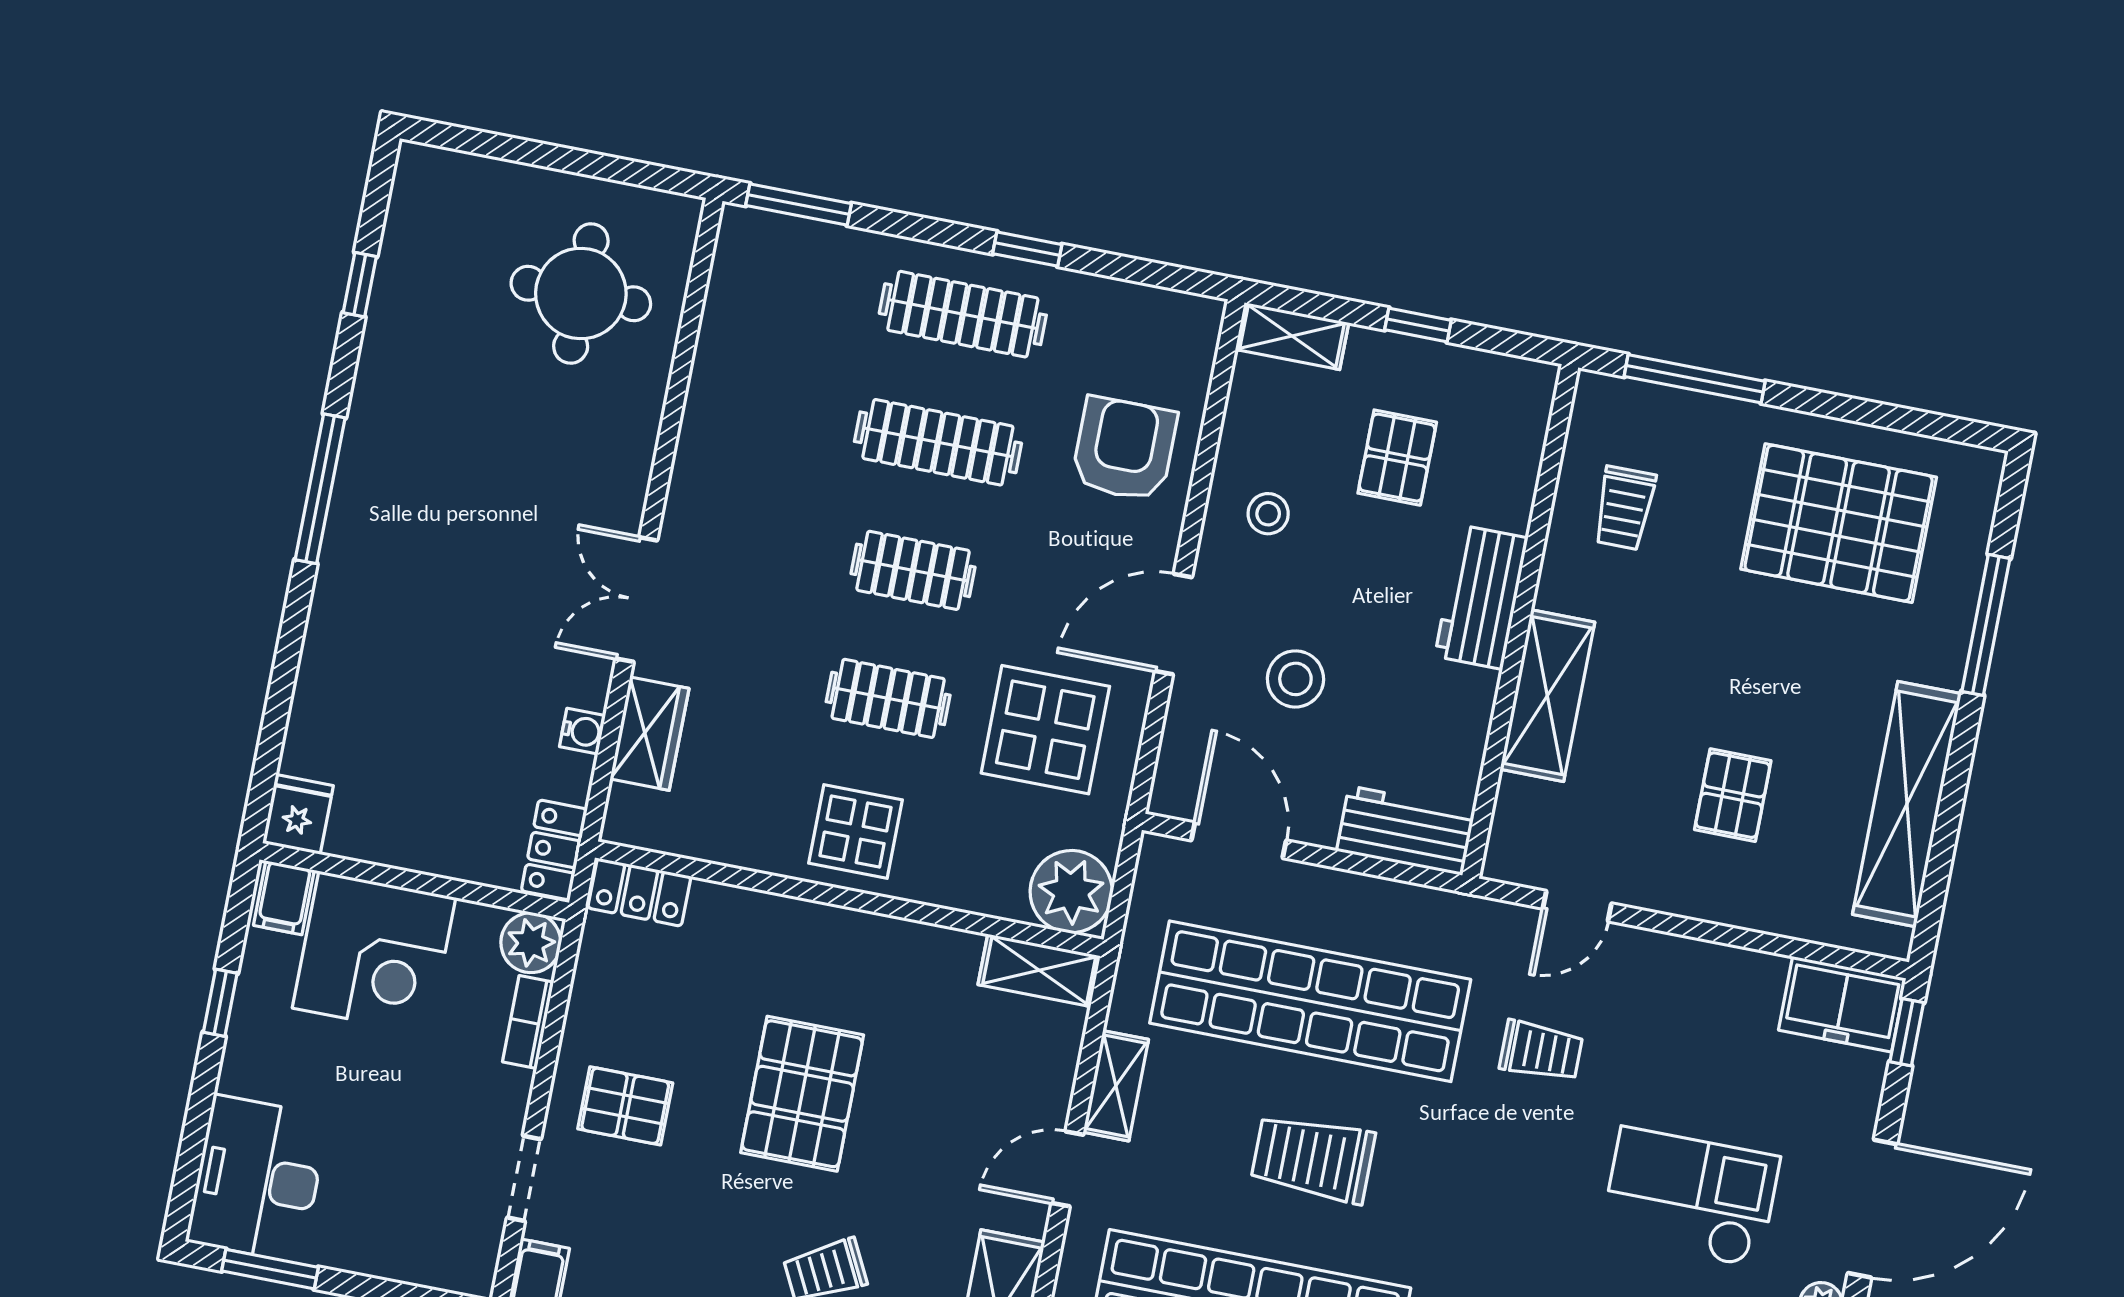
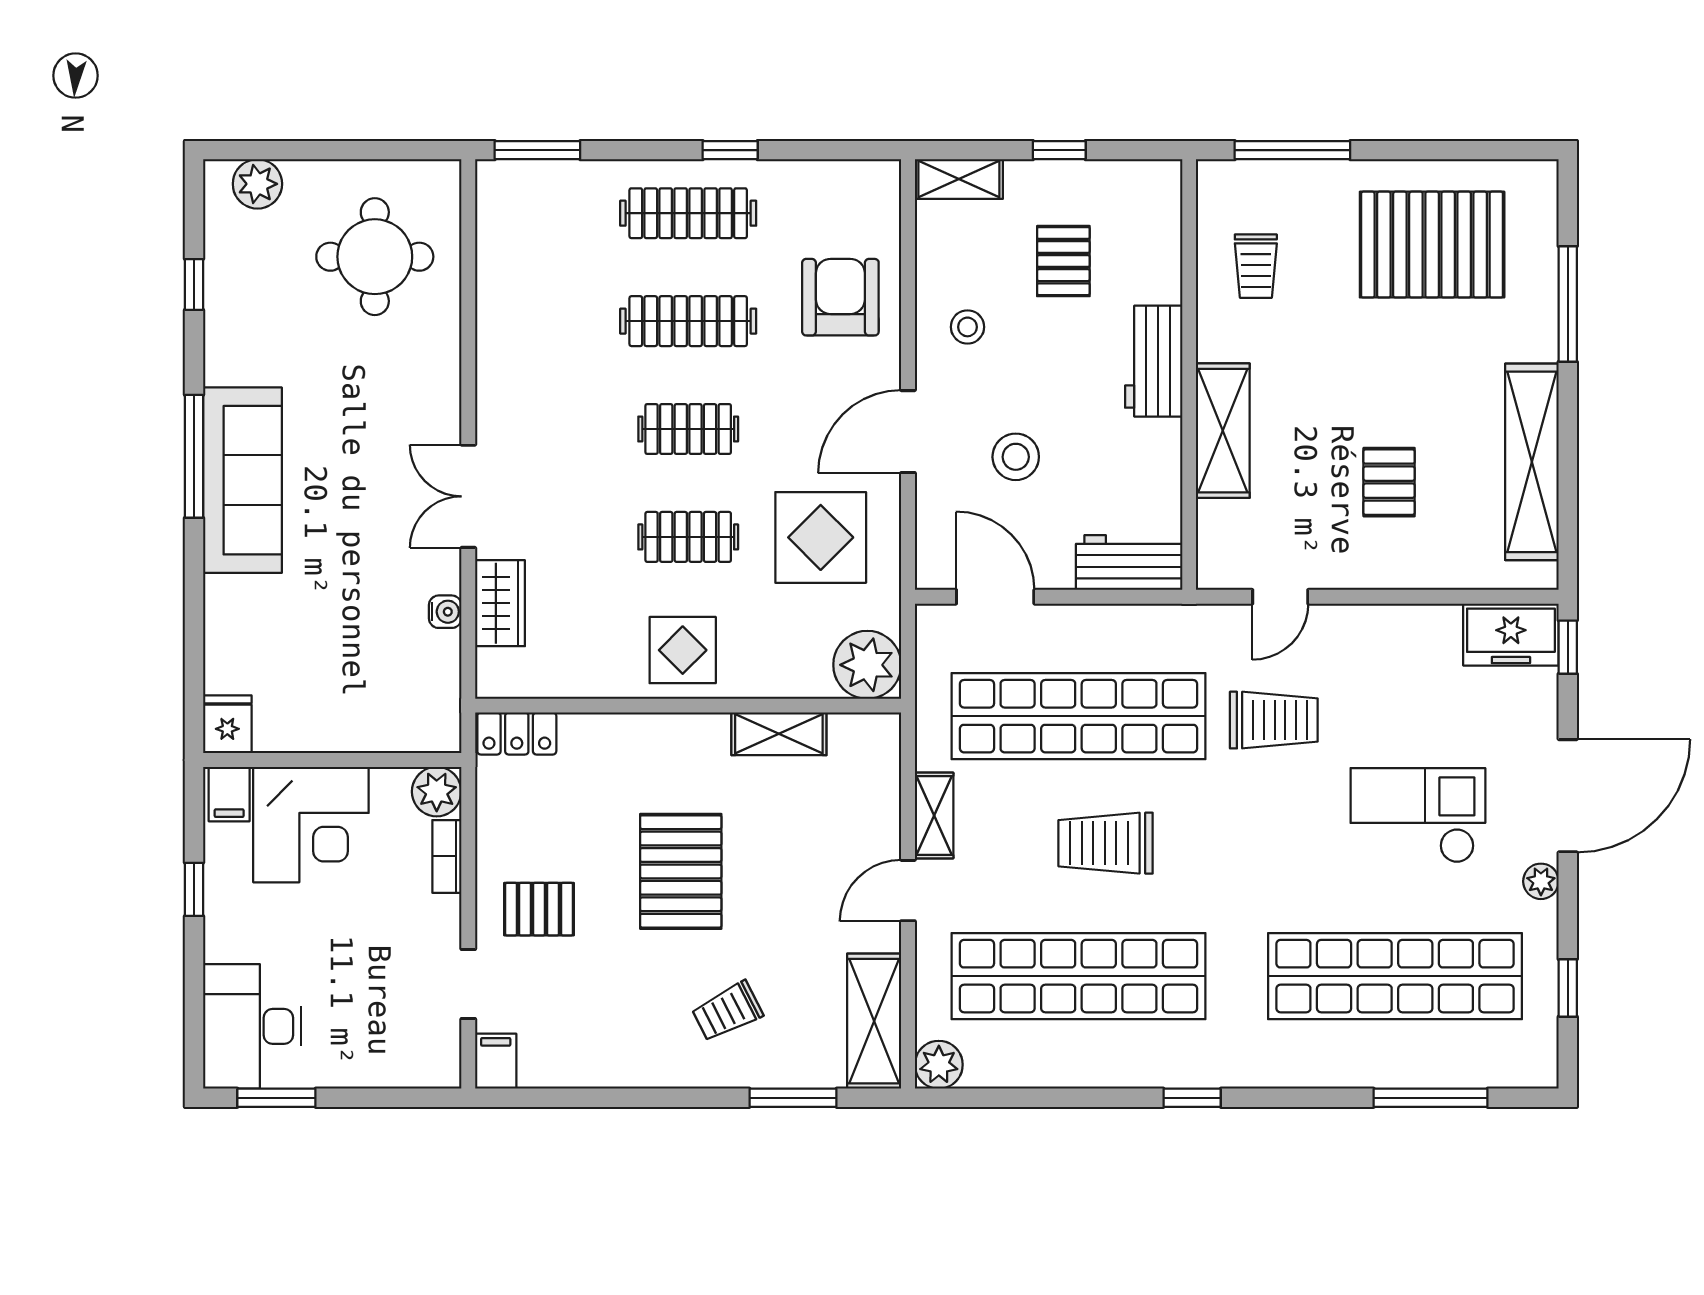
plant: (458, 180) -> (257, 184), added
sofa: (372, 528) -> (242, 480), added
locker: (554, 850) -> (441, 713), removed
shelving: (1039, 970) -> (779, 734), moved
trolley: (1541, 1051) -> (1274, 720), width x1.36, depth x1.39

